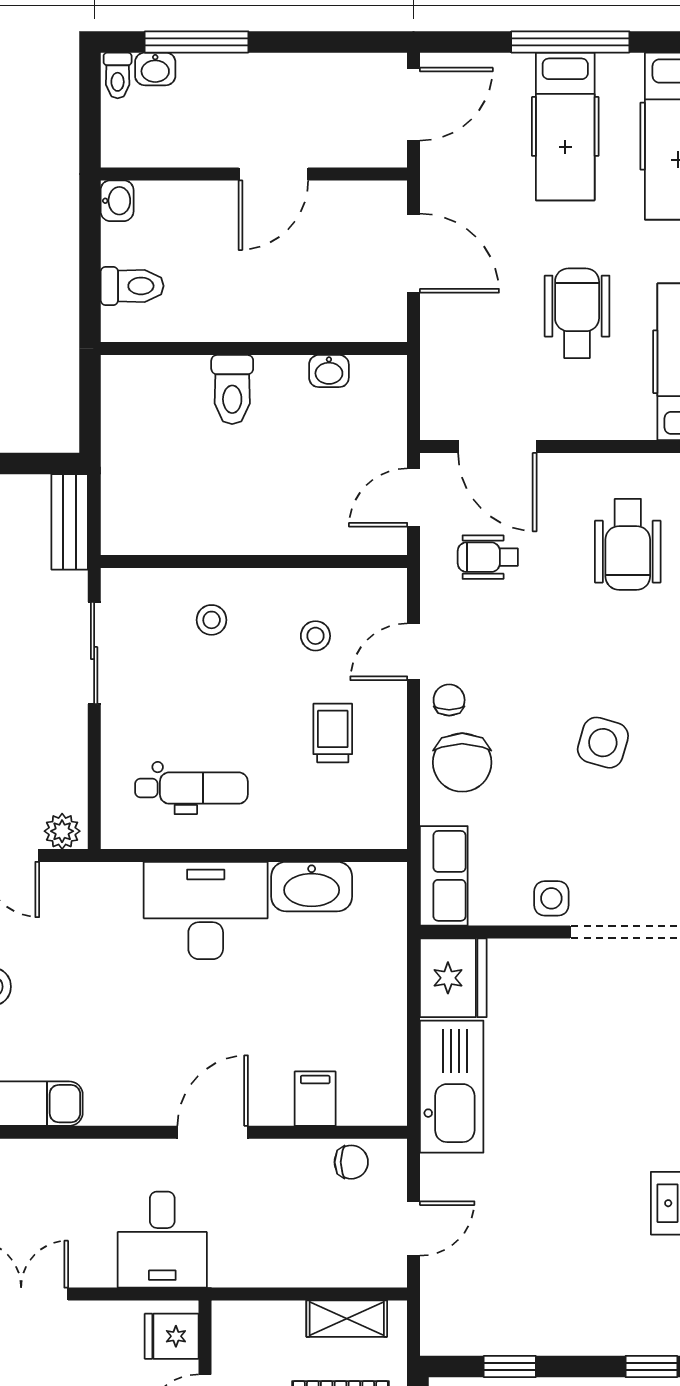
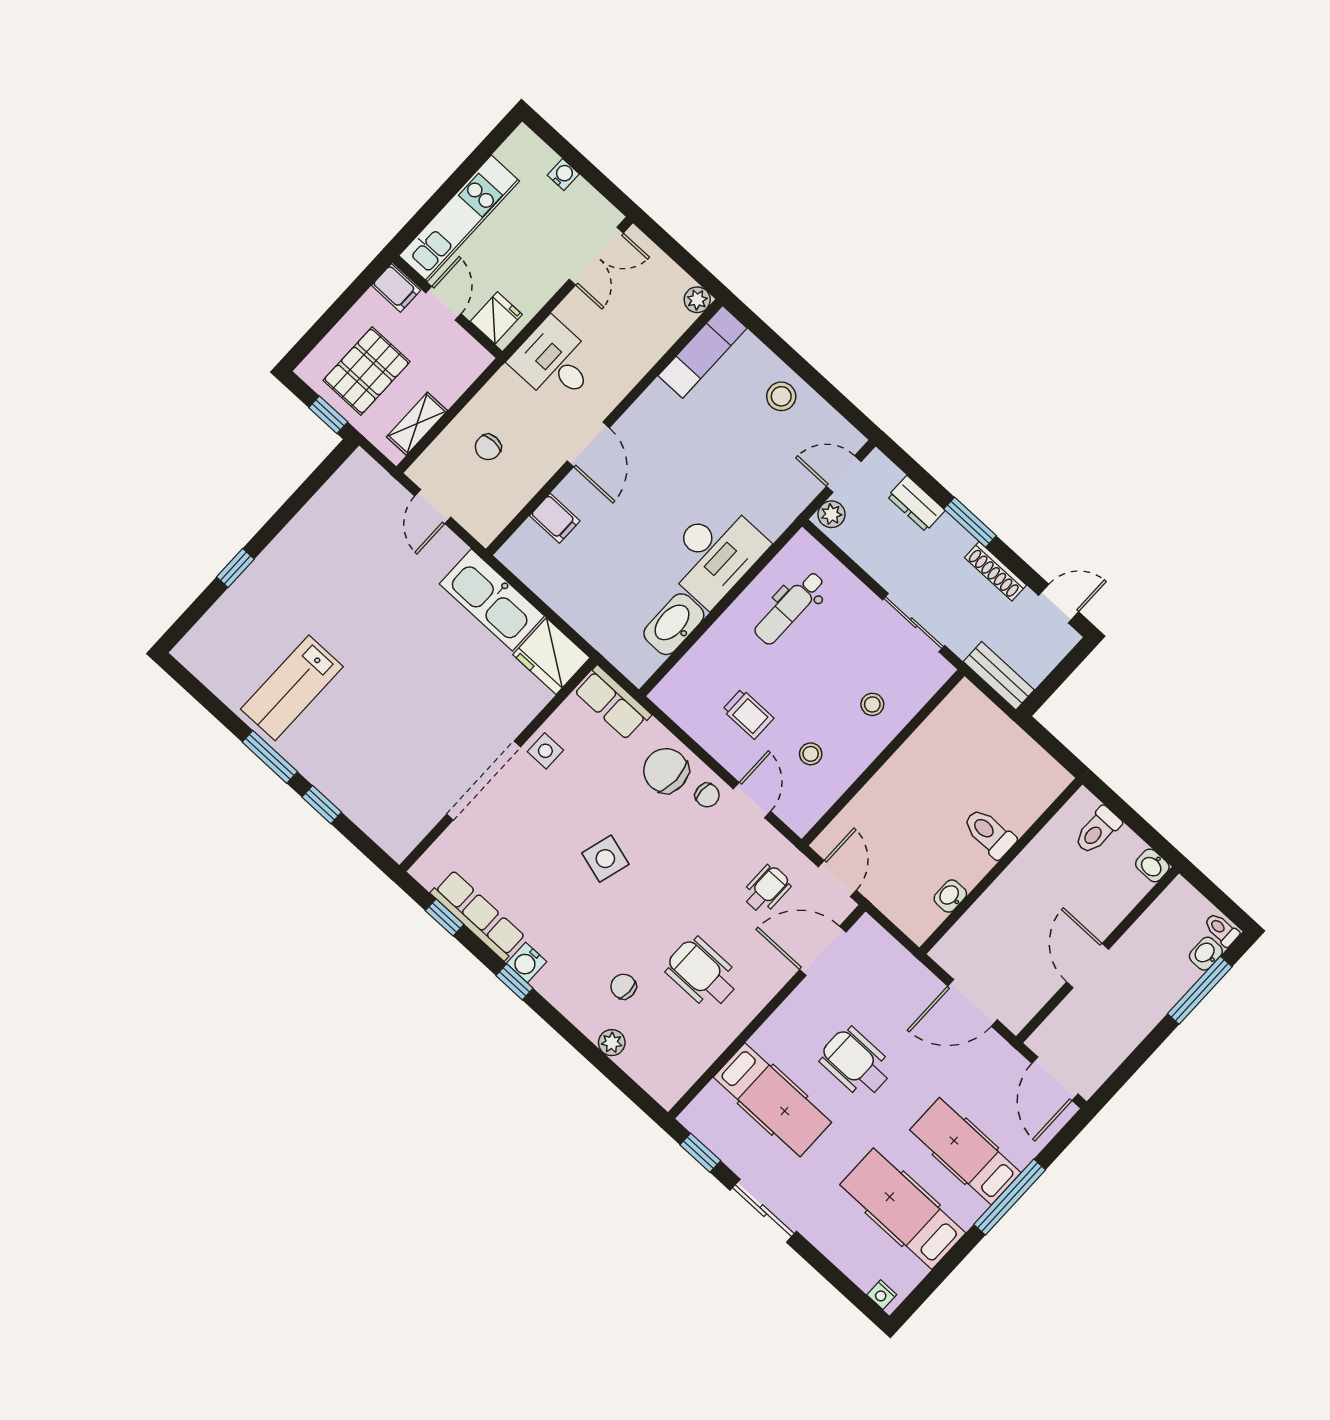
wheelchair: (577, 313) -> (856, 1063), turned 180
chair: (351, 1162) -> (488, 447), moved
window: (510, 1366) -> (308, 490), removed

